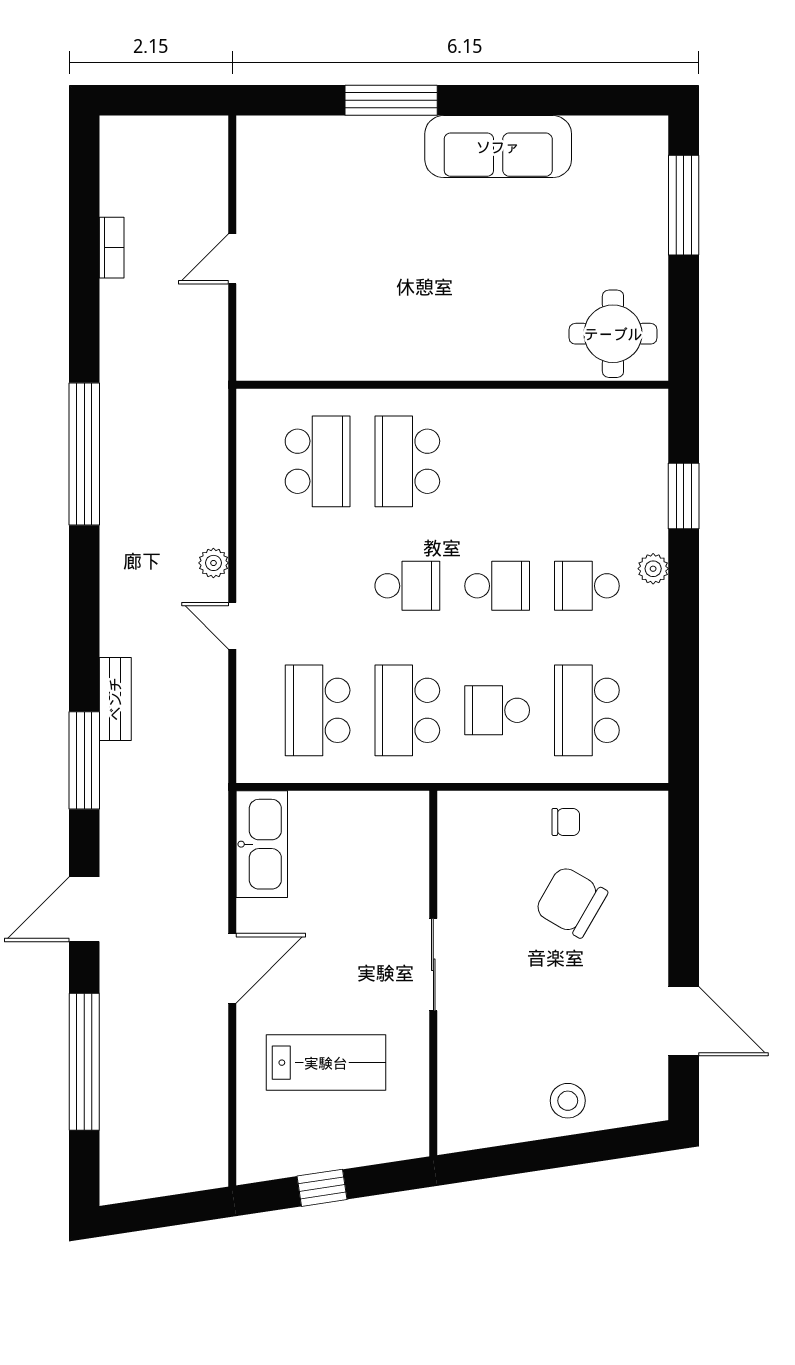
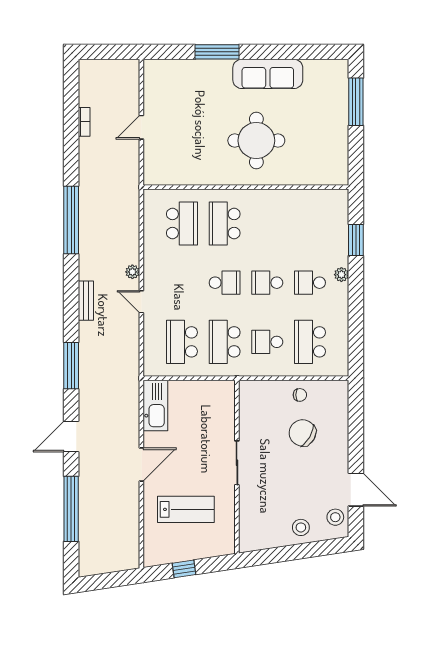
round table: (613, 334) -> (256, 141), moved, width x1.36, depth x1.36
school desk: (497, 586) -> (267, 283), turned 180
bench: (115, 699) -> (86, 301), moved
stool: (640, 1079) -> (335, 517), added

